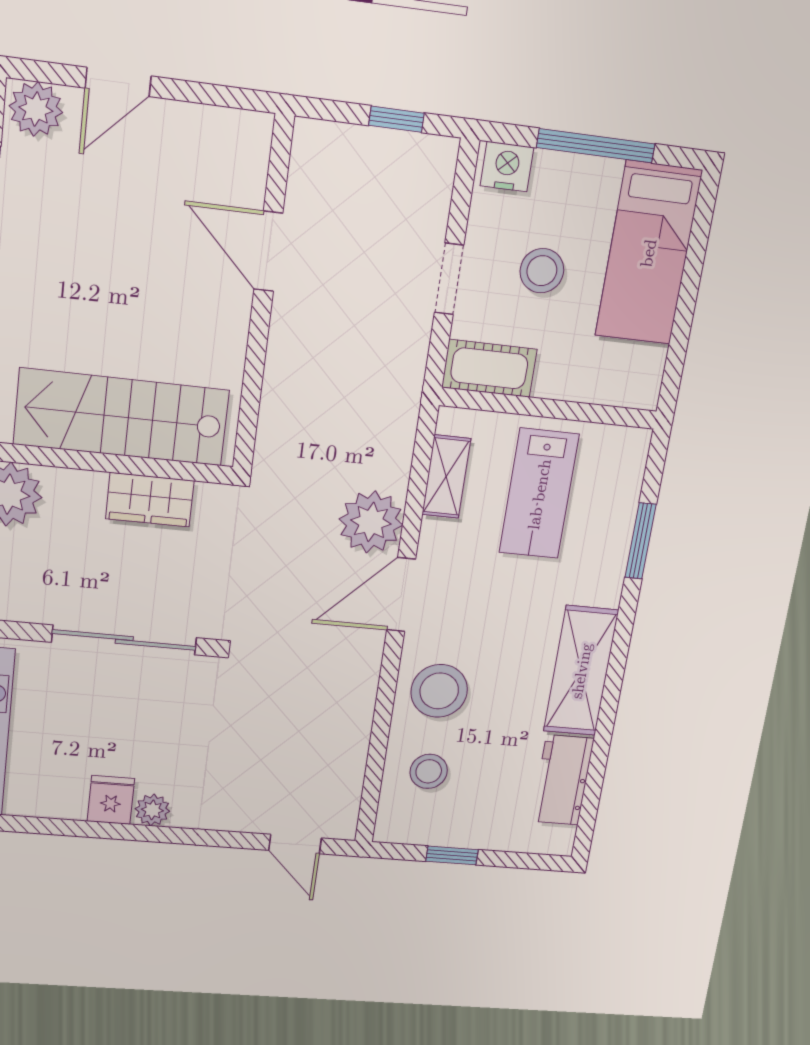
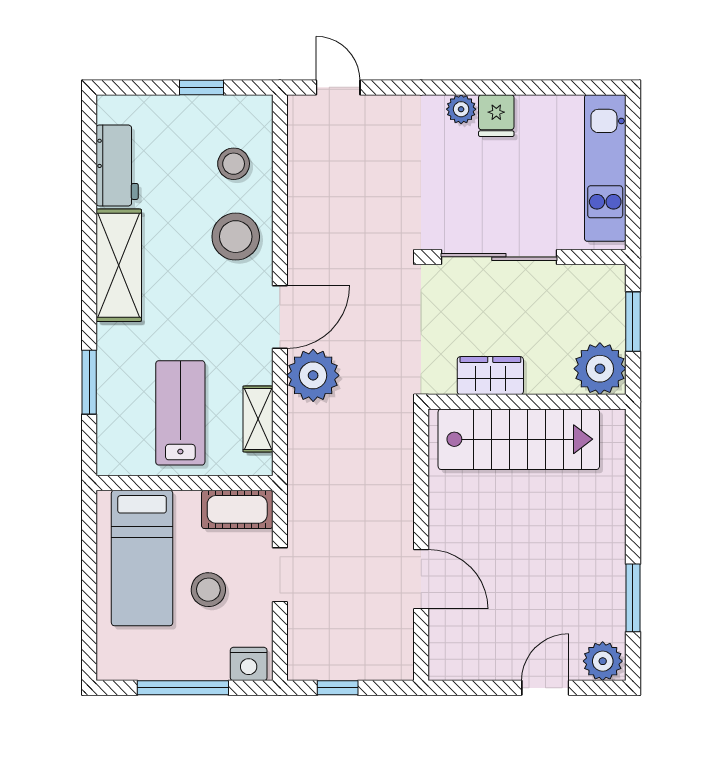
bed: (648, 253) -> (142, 558), moved, turned 180

